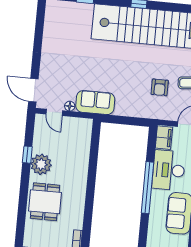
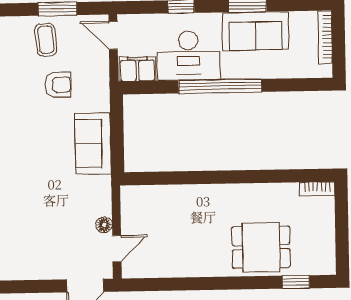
sofa: (95, 103) -> (93, 144), moved
window: (27, 155) -> (296, 282), moved
plant: (41, 164) -> (202, 260), removed

